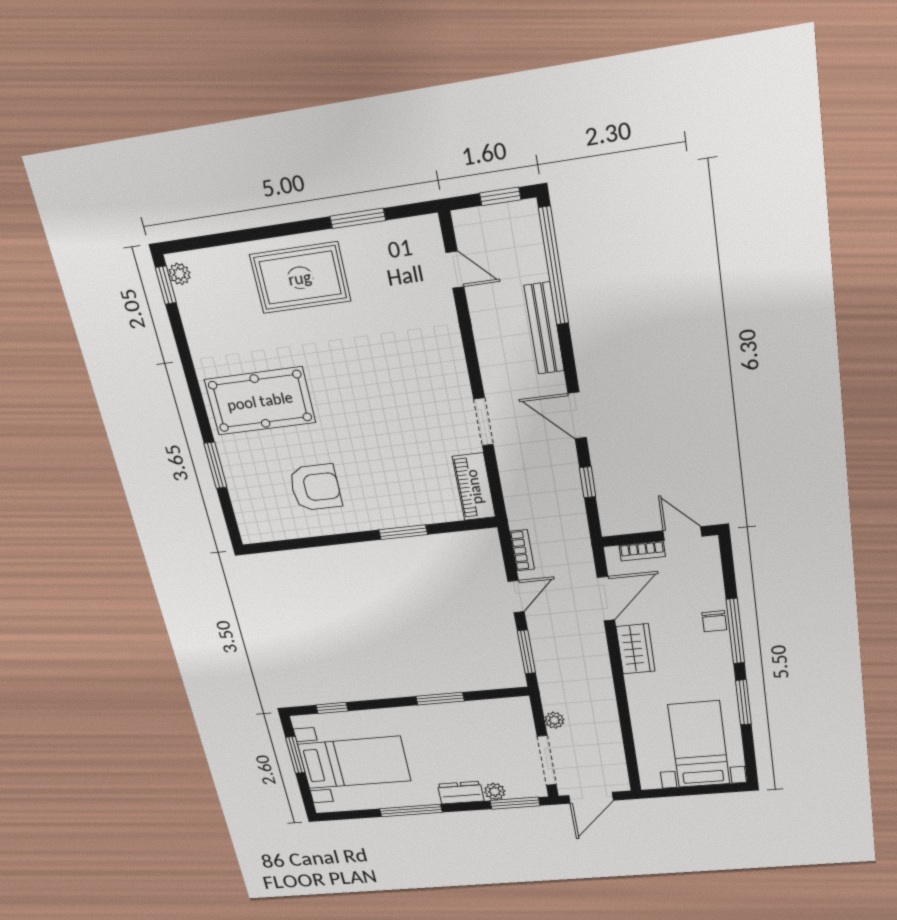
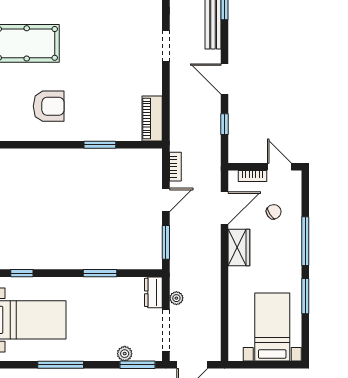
doorway: (483, 422) -> (166, 46), moved
chair: (714, 621) -> (274, 212), moved, turned -123
dresser: (461, 793) -> (153, 292), moved, turned -90

